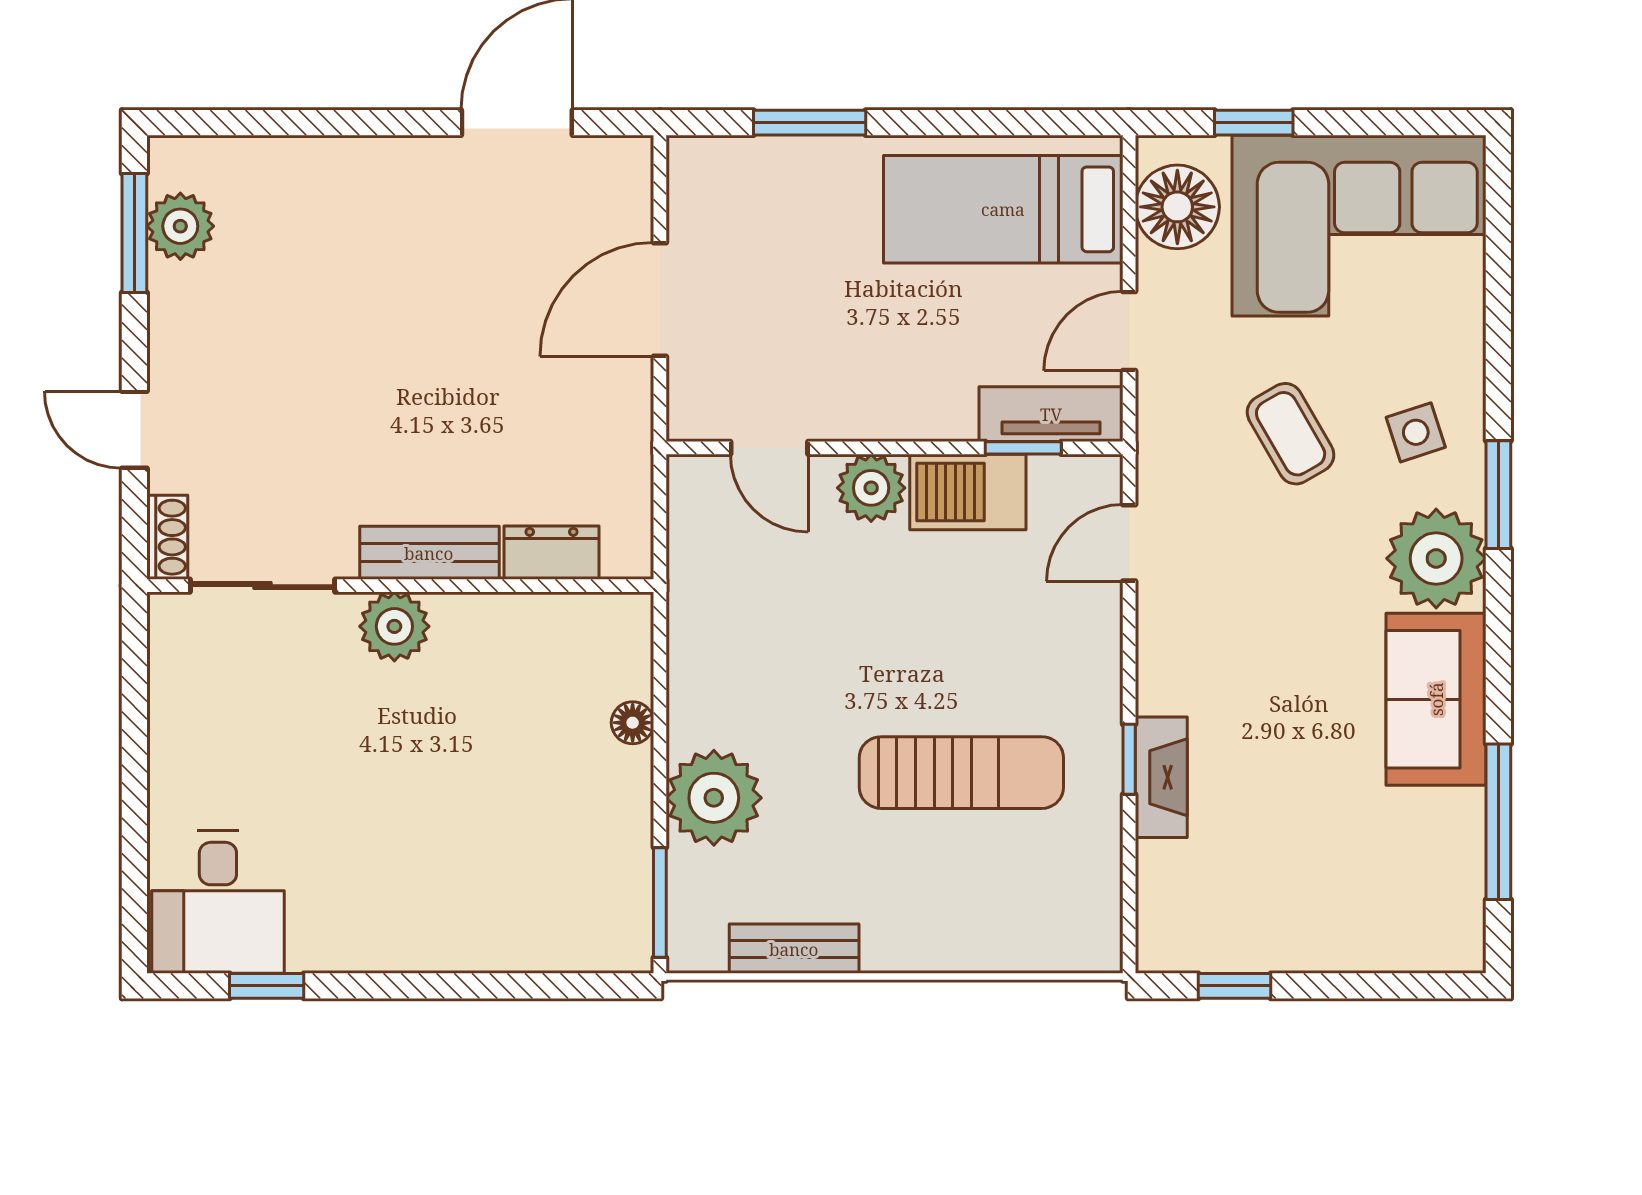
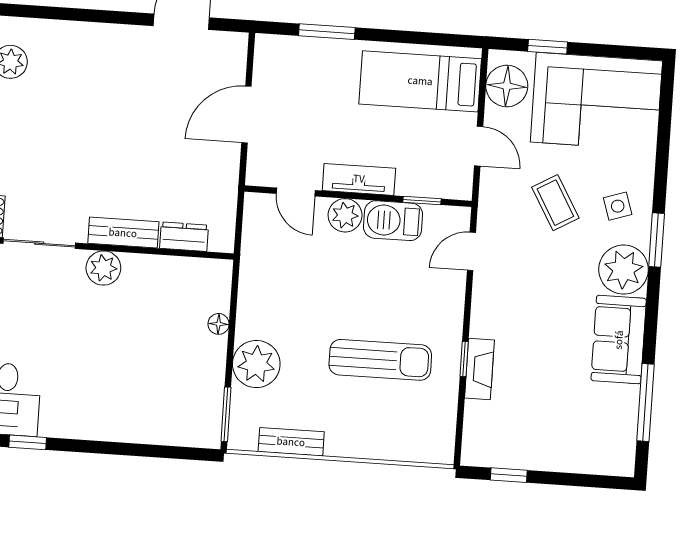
door: (1129, 331) -> (479, 146), swing flipped
tv unit: (1051, 414) -> (359, 179), moved

